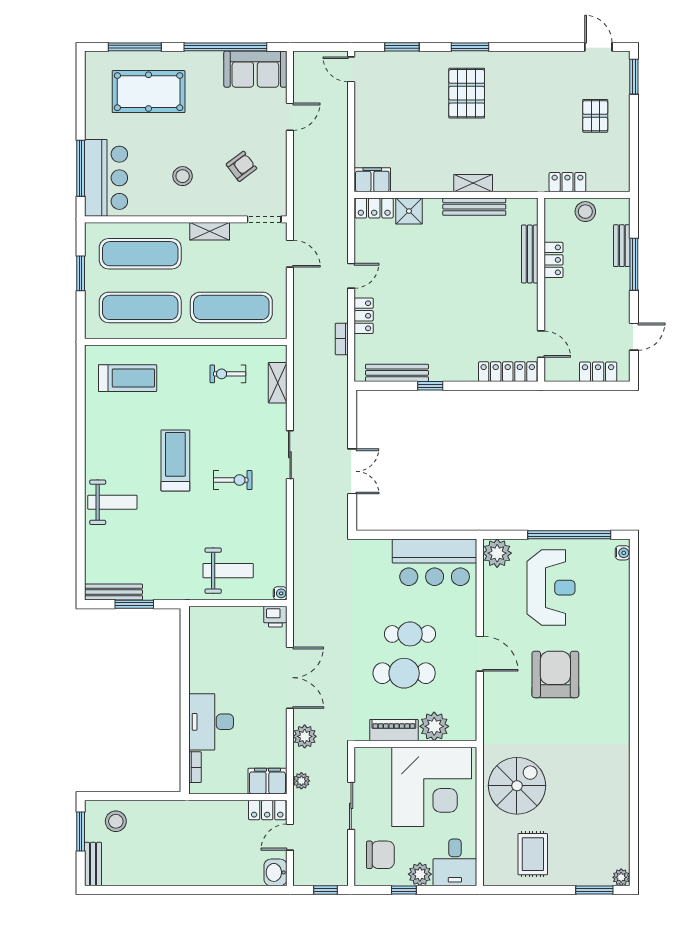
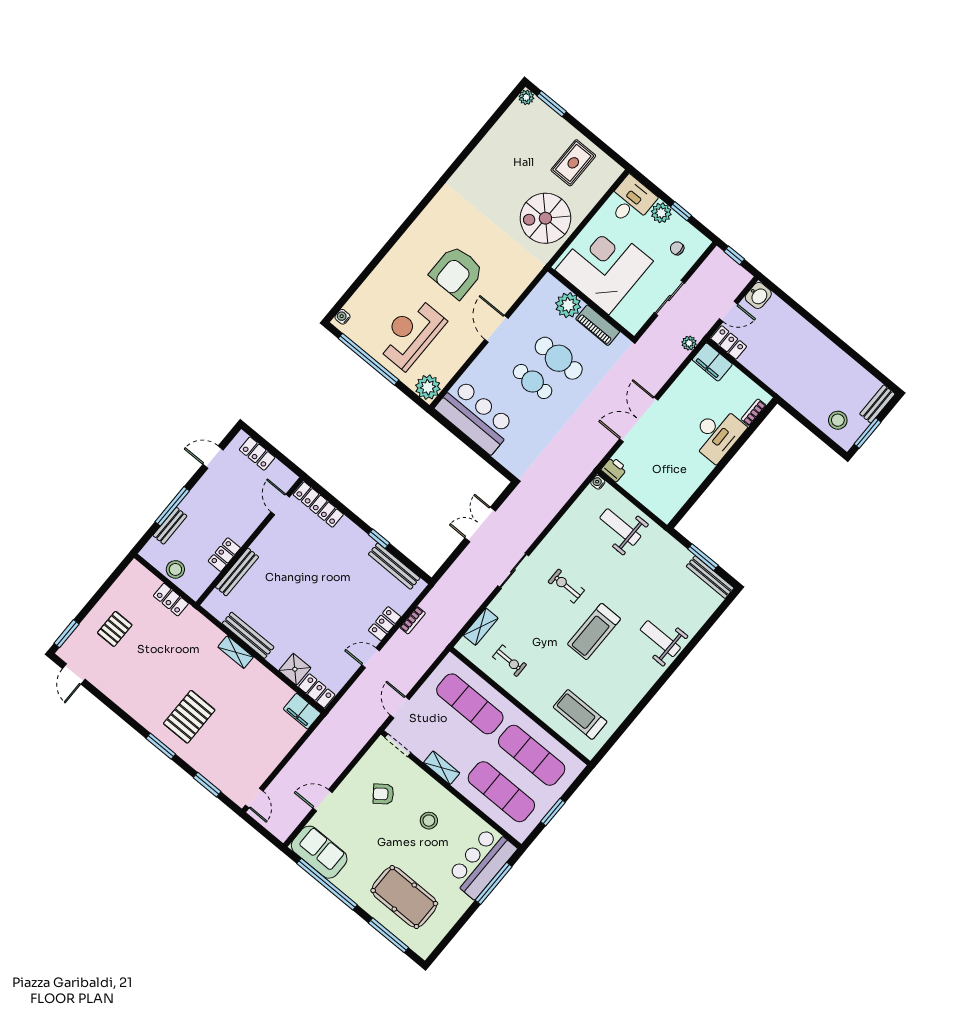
plant: (305, 736) -> (662, 371), removed
chair: (380, 855) -> (677, 248), width x0.54, depth x0.54

